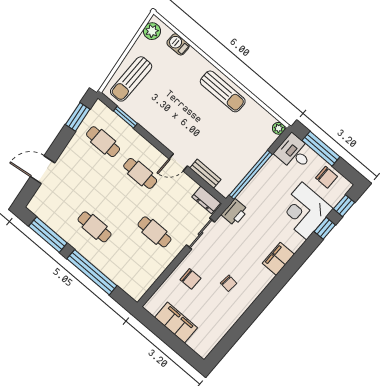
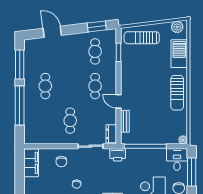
barbecue: (178, 44) -> (179, 54), width x1.88, depth x1.53
filing cabinet: (176, 323) -> (31, 163), moved

